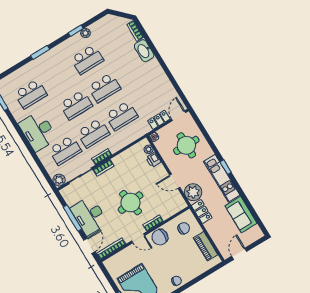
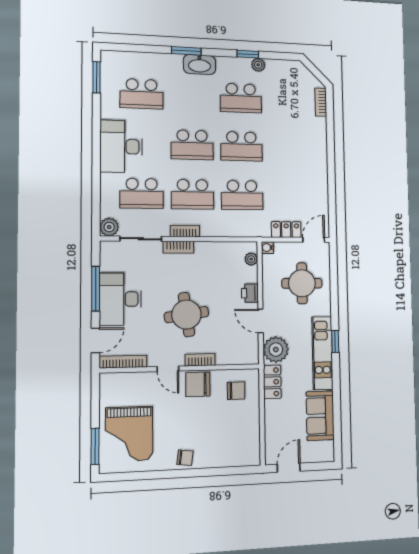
washbasin: (144, 51) -> (199, 64), moved, turned -90
printer: (153, 160) -> (250, 293), moved
piano: (206, 246) -> (251, 432), removed

